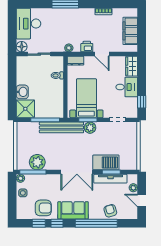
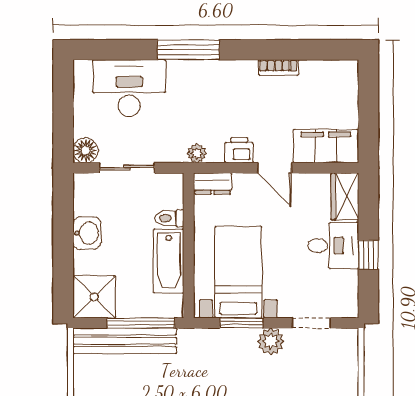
desk: (28, 24) -> (129, 88), moved, turned 90
filing cabinet: (130, 31) -> (326, 146), moved, turned 90
washbasin: (22, 92) -> (87, 233), moved
bathtub: (57, 94) -> (169, 261), added
window: (142, 102) -> (368, 255), moved
bench: (61, 127) -> (125, 341), moved
plant: (90, 128) -> (271, 341), moved

